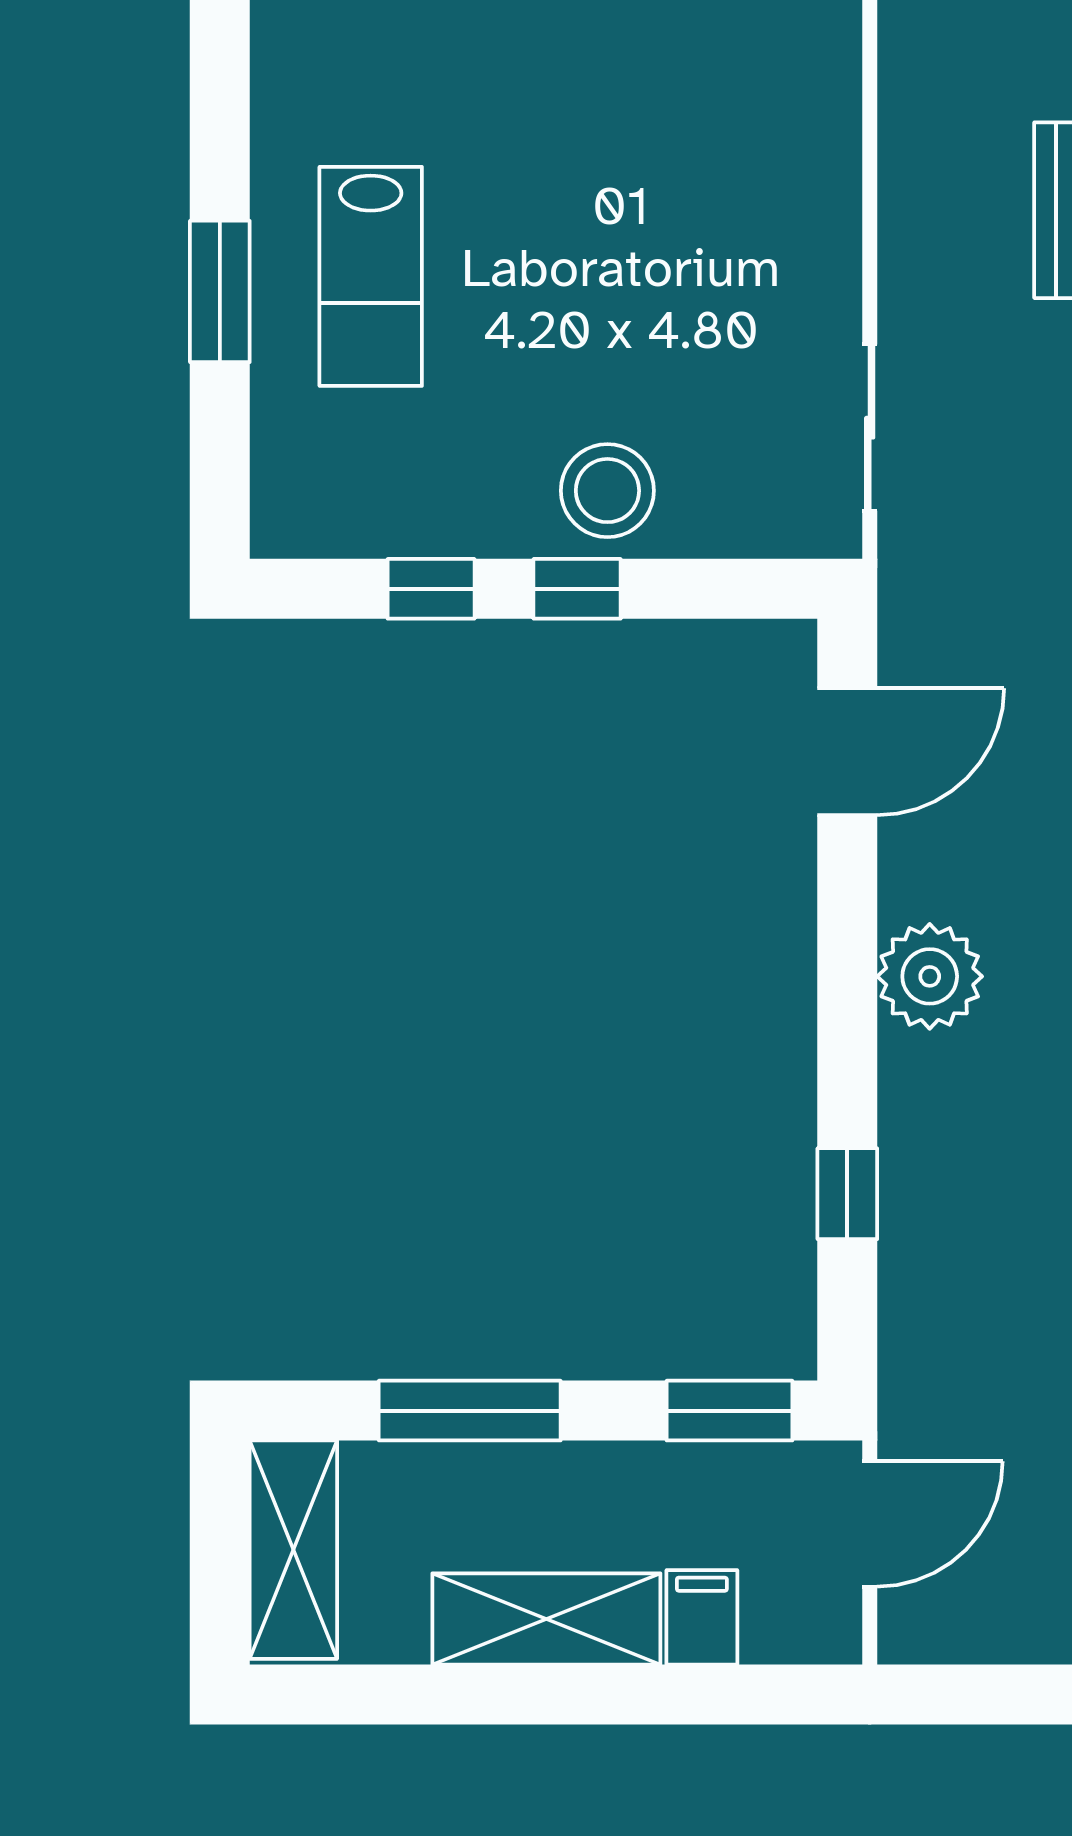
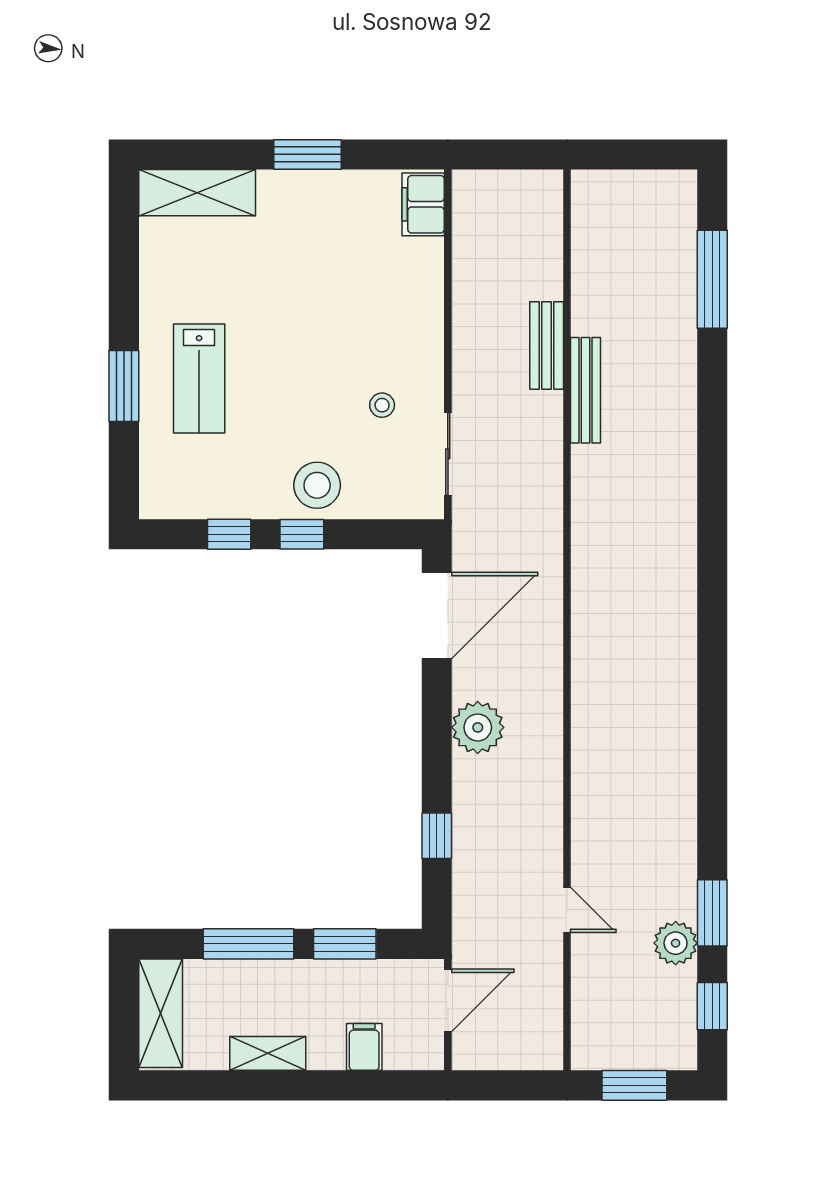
stool: (738, 330) -> (382, 405), added
door: (847, 752) -> (437, 615), width x1.36
window: (729, 1411) -> (345, 944), moved
shelving: (546, 1619) -> (268, 1053), width x0.67, depth x0.75

